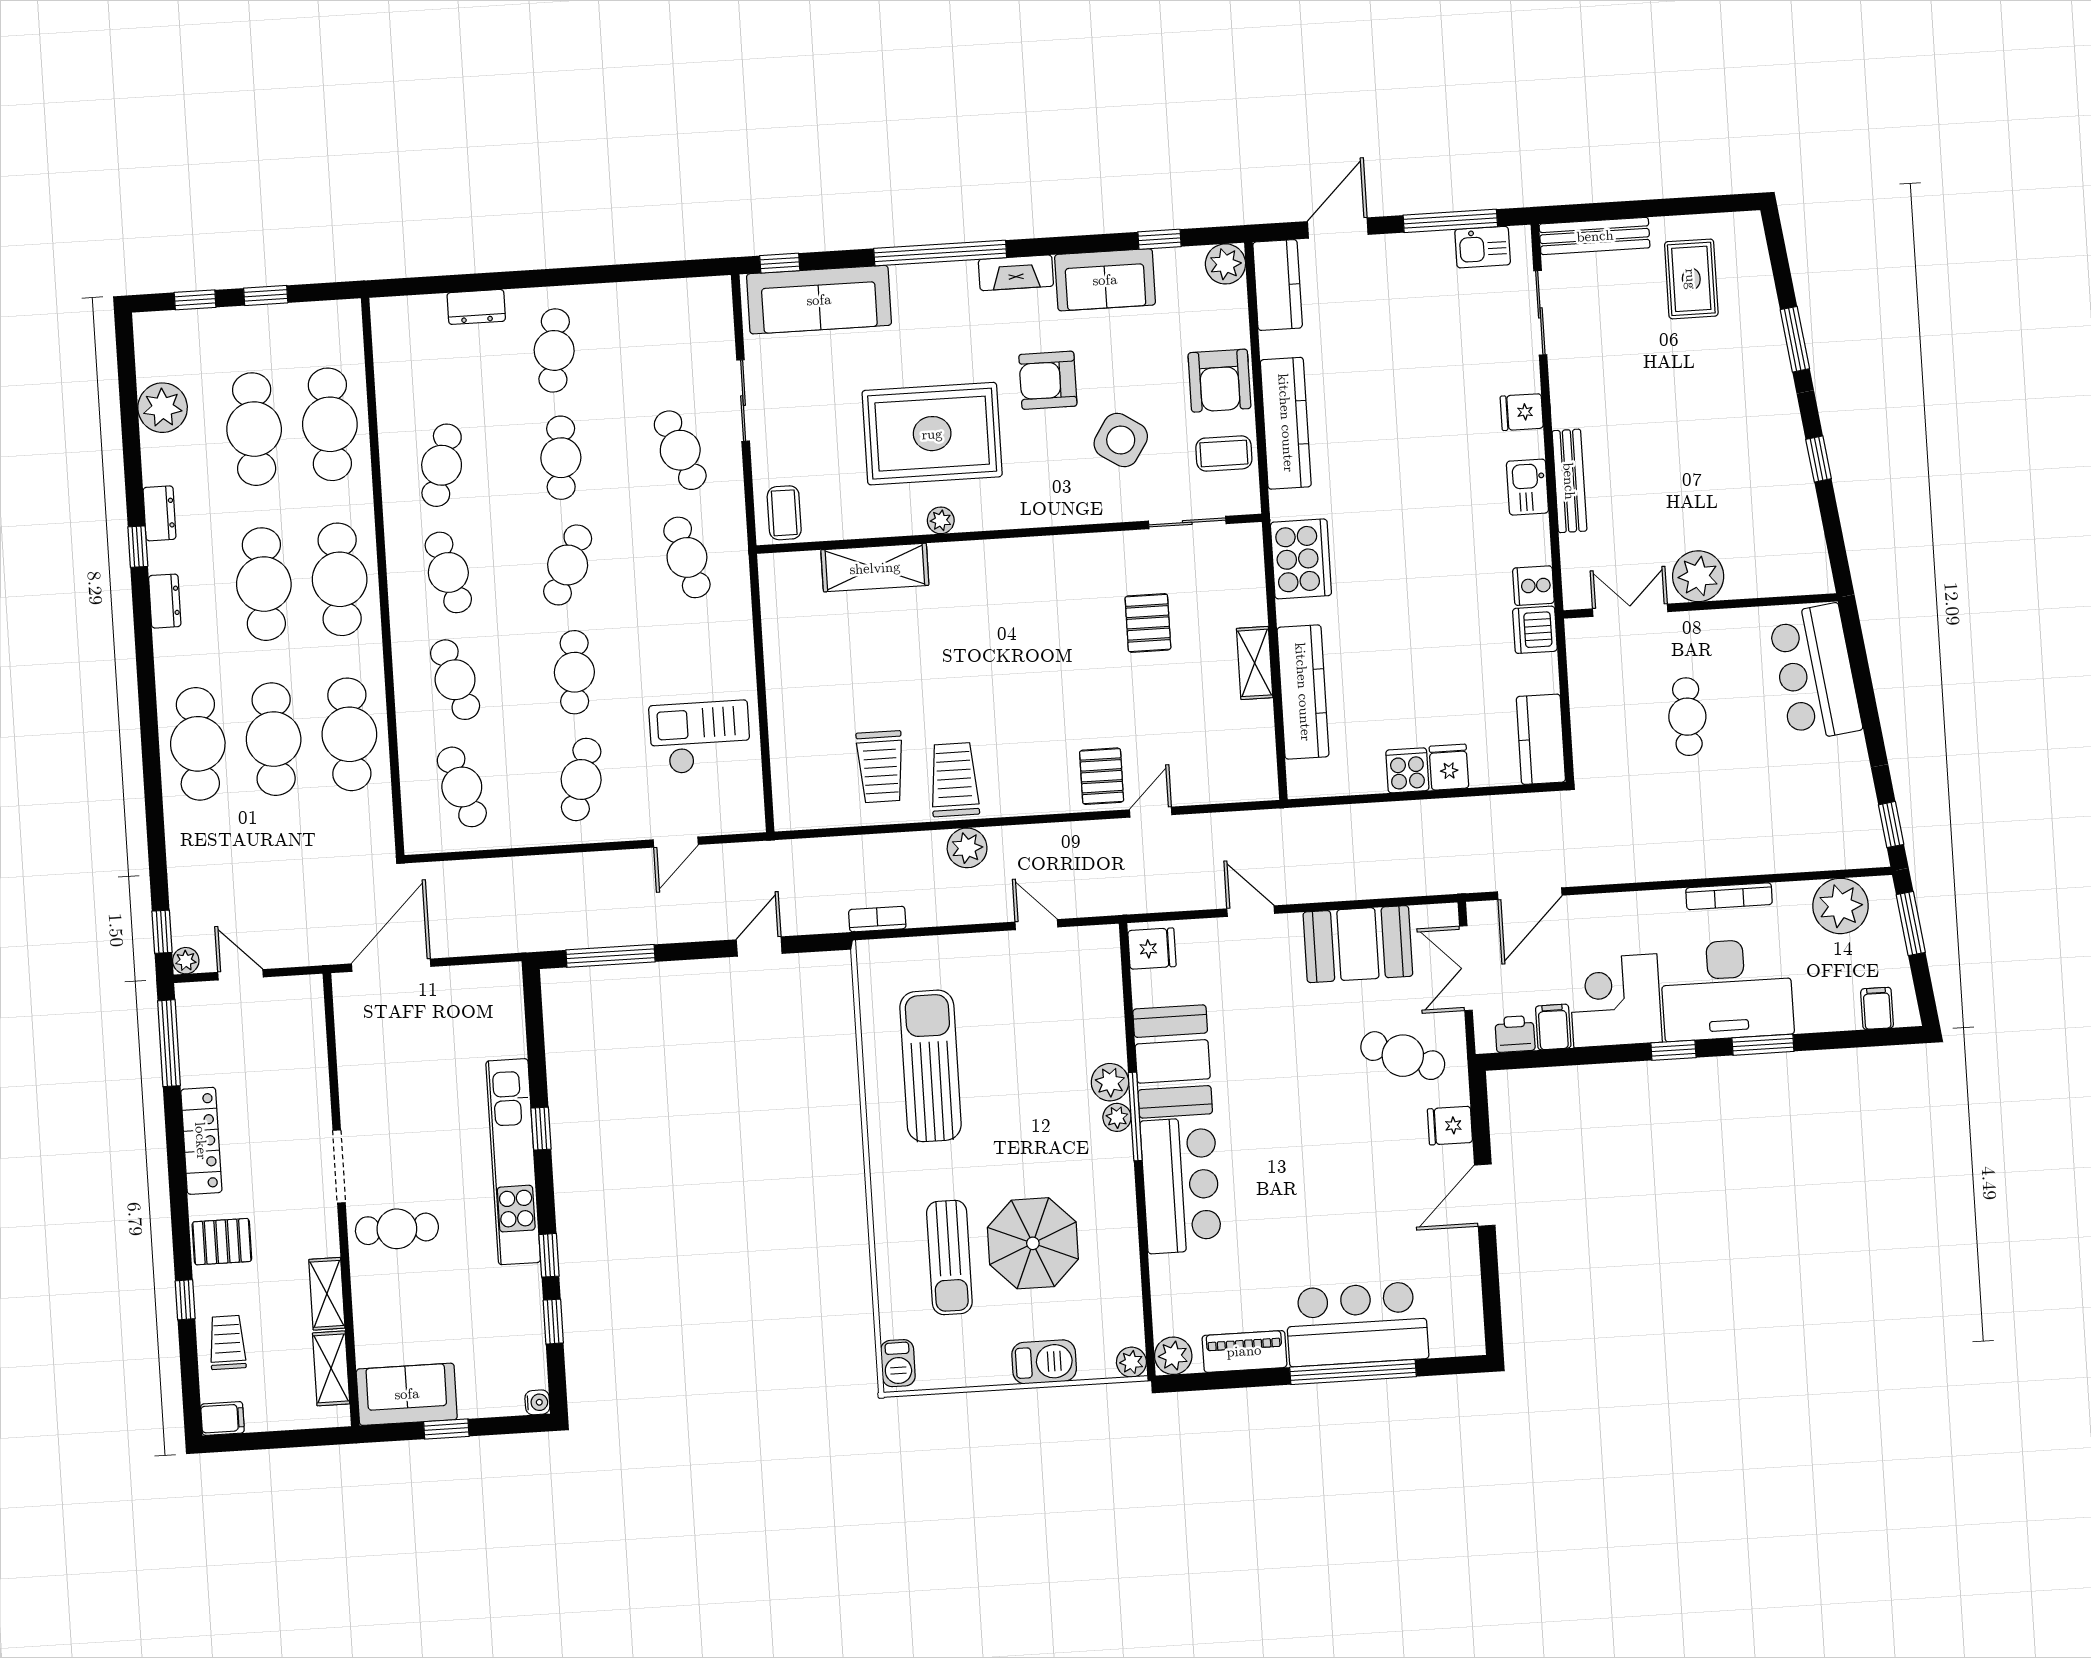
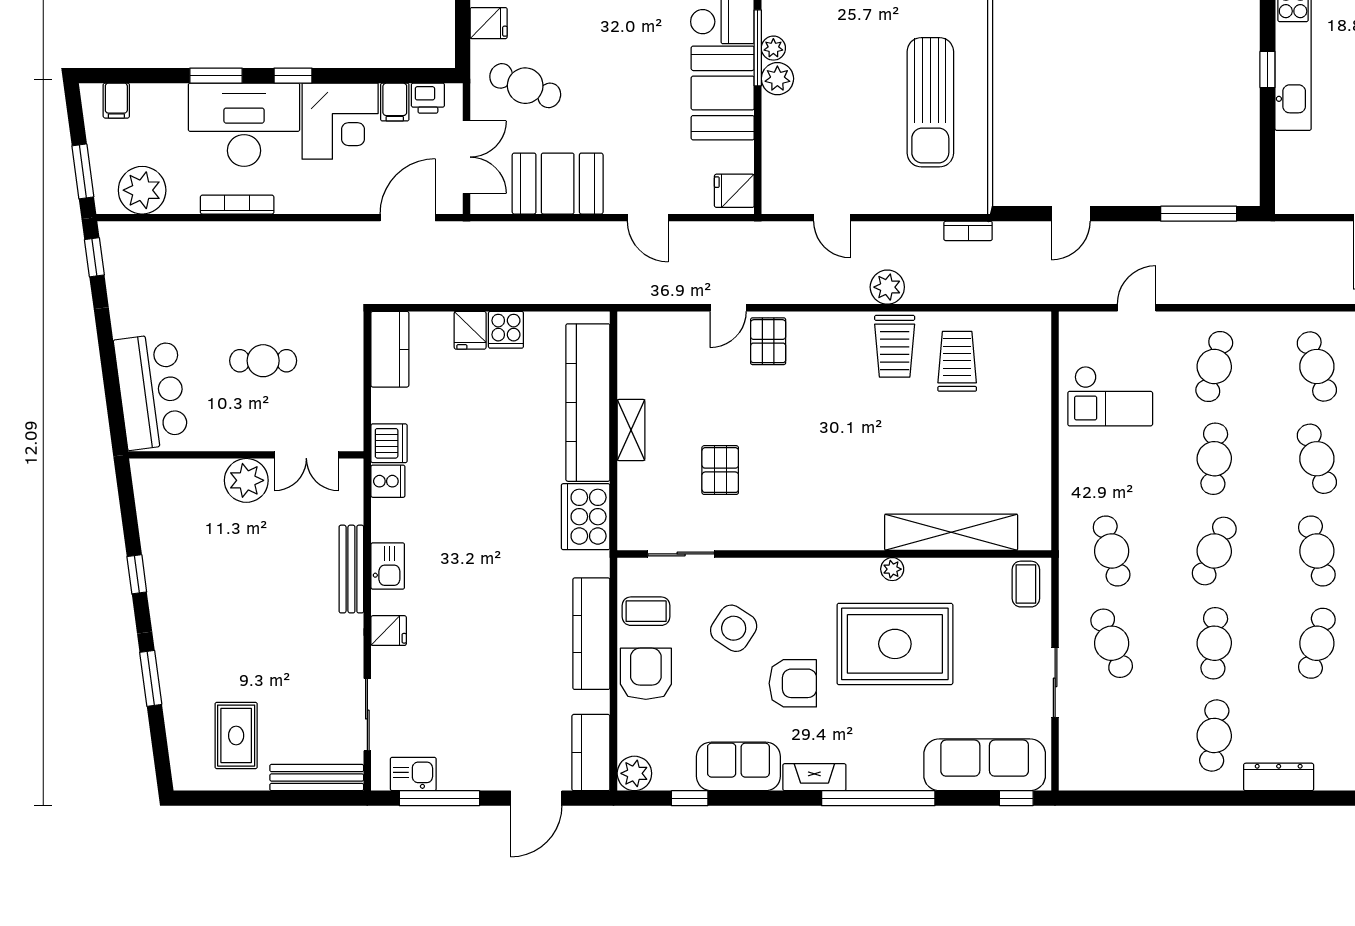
dresser: (476, 307) -> (1279, 777), width x1.44
shelving: (875, 568) -> (951, 532), width x1.47
kitchen counter: (1303, 692) -> (588, 403), width x1.39, depth x1.17
cafe table: (1687, 717) -> (263, 361), turned 90

